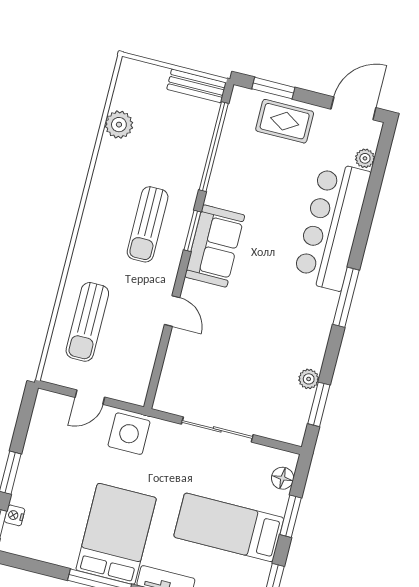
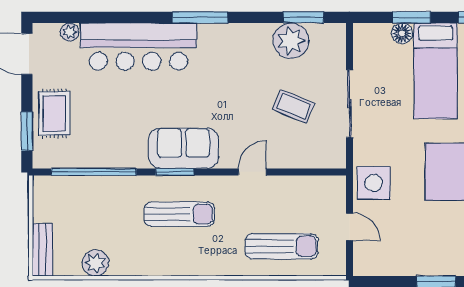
bench: (196, 86) -> (43, 250), moved
coffee table: (229, 371) -> (294, 106), added
plant: (309, 379) -> (291, 41), width x1.87, depth x1.87
floor lamp: (283, 478) -> (402, 33), moved

